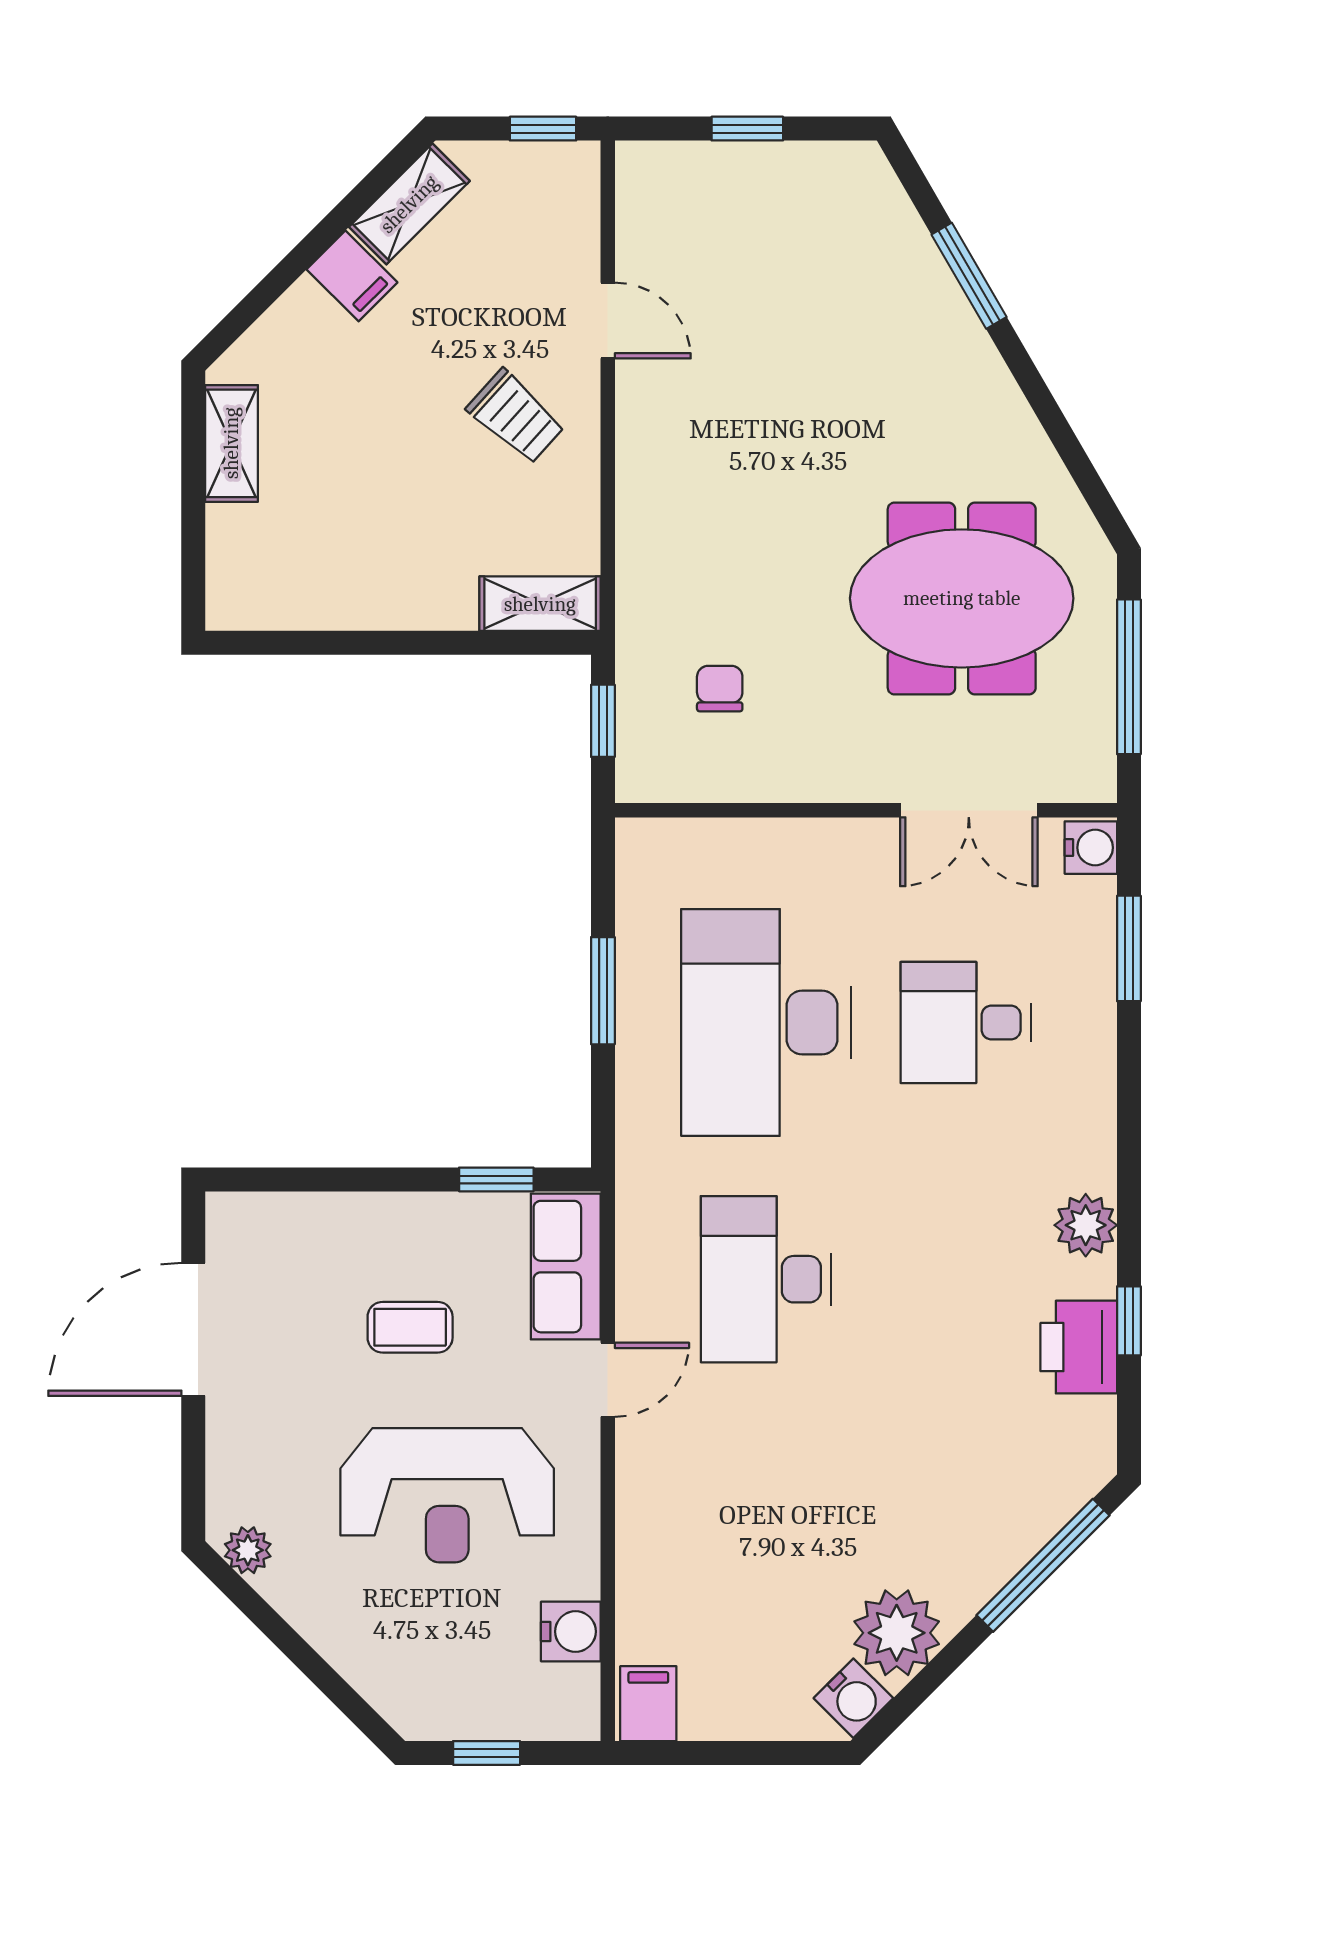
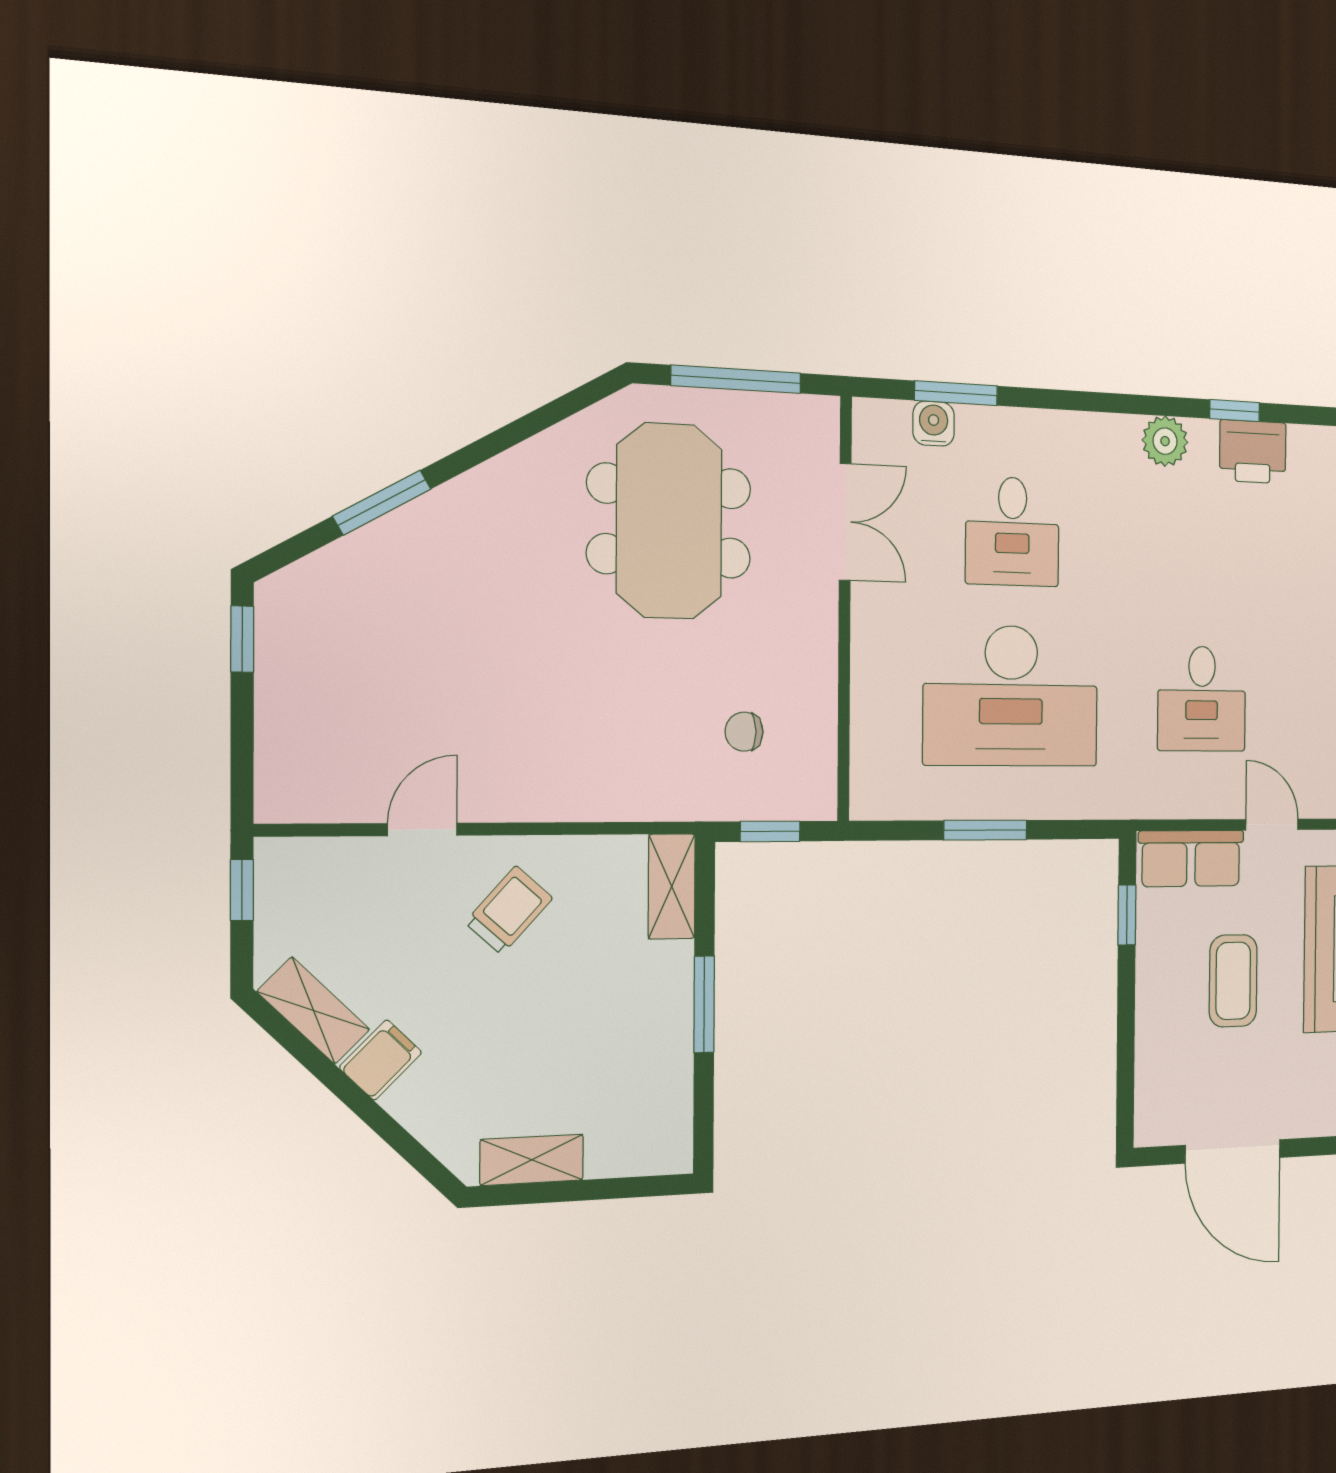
window: (747, 129) -> (242, 639), moved
window: (402, 643) -> (704, 1004), added
water cooler: (1091, 848) -> (934, 424), moved
desk: (766, 1279) -> (1202, 699), width x0.73
coffee table: (410, 1327) -> (1233, 981), width x1.36, depth x1.30

